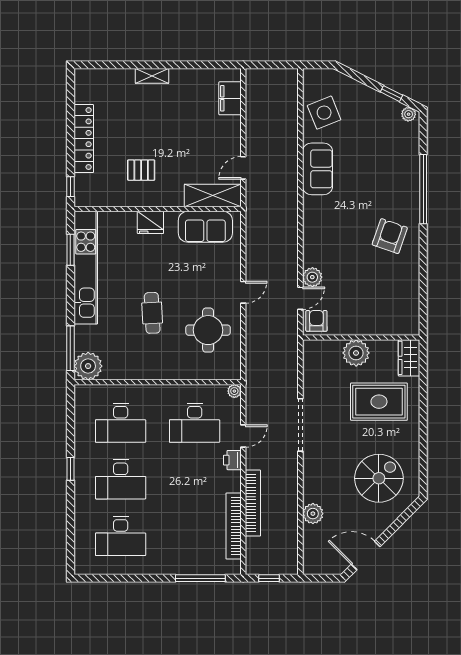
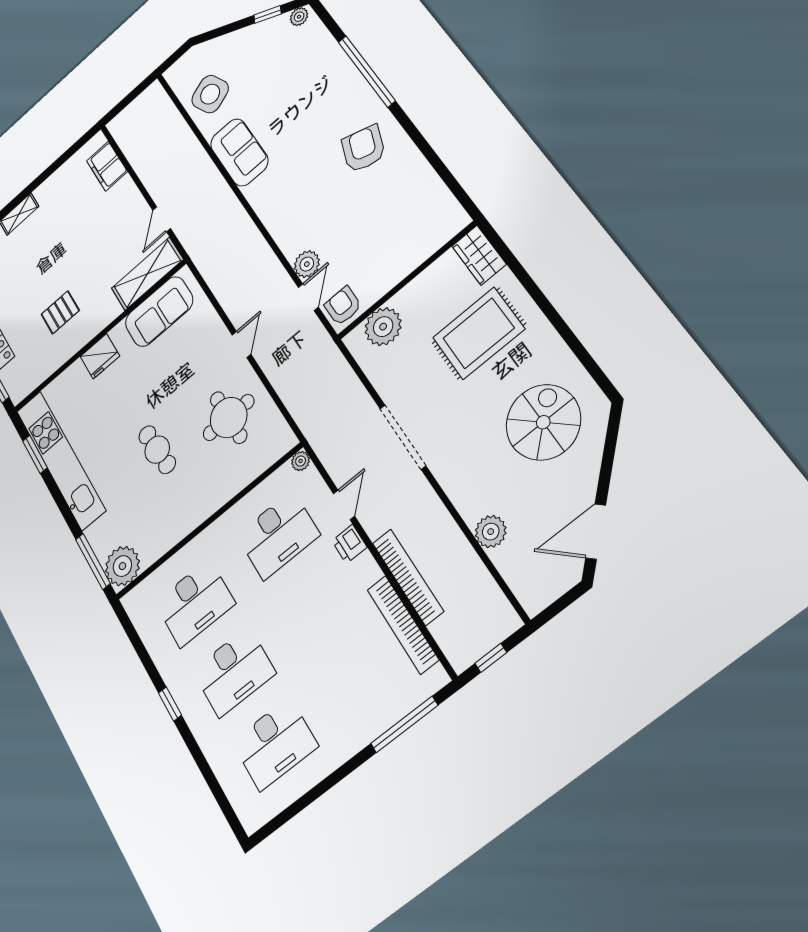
plant: (356, 353) -> (383, 327), moved

